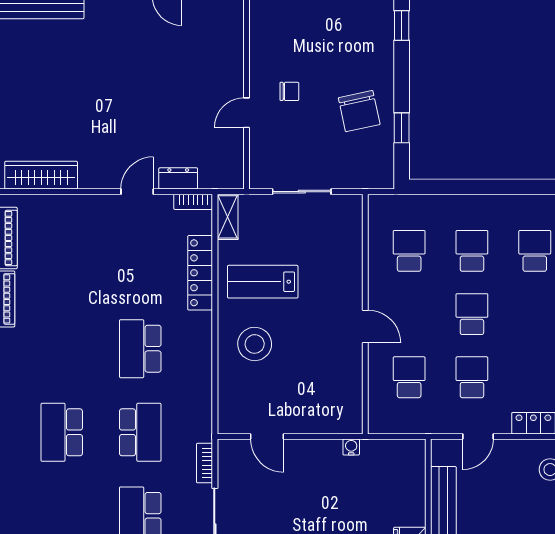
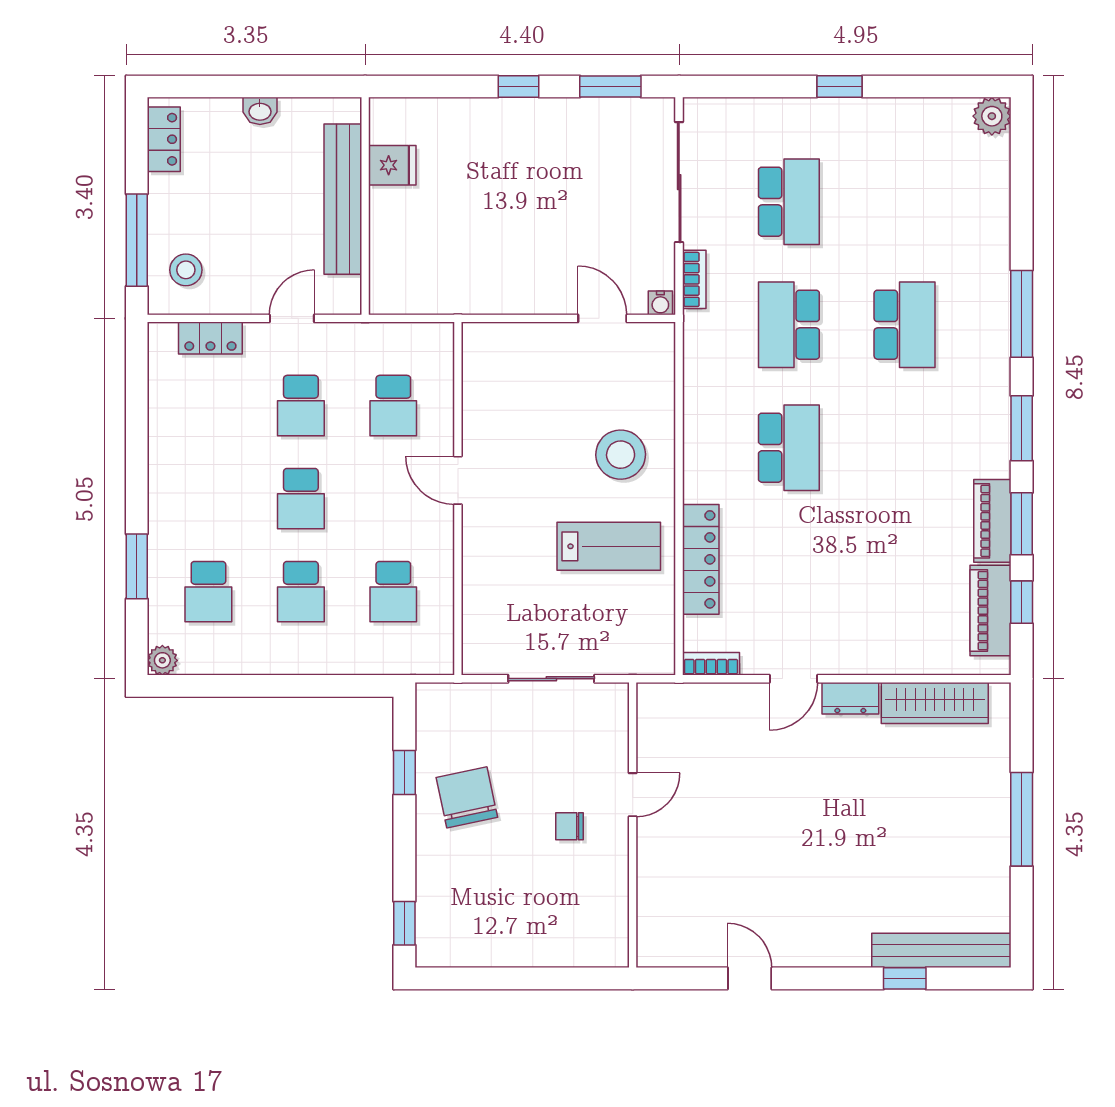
dresser: (178, 178) -> (850, 698), moved
shelving: (228, 217) -> (660, 642), removed
water cooler: (351, 447) -> (660, 303), moved

